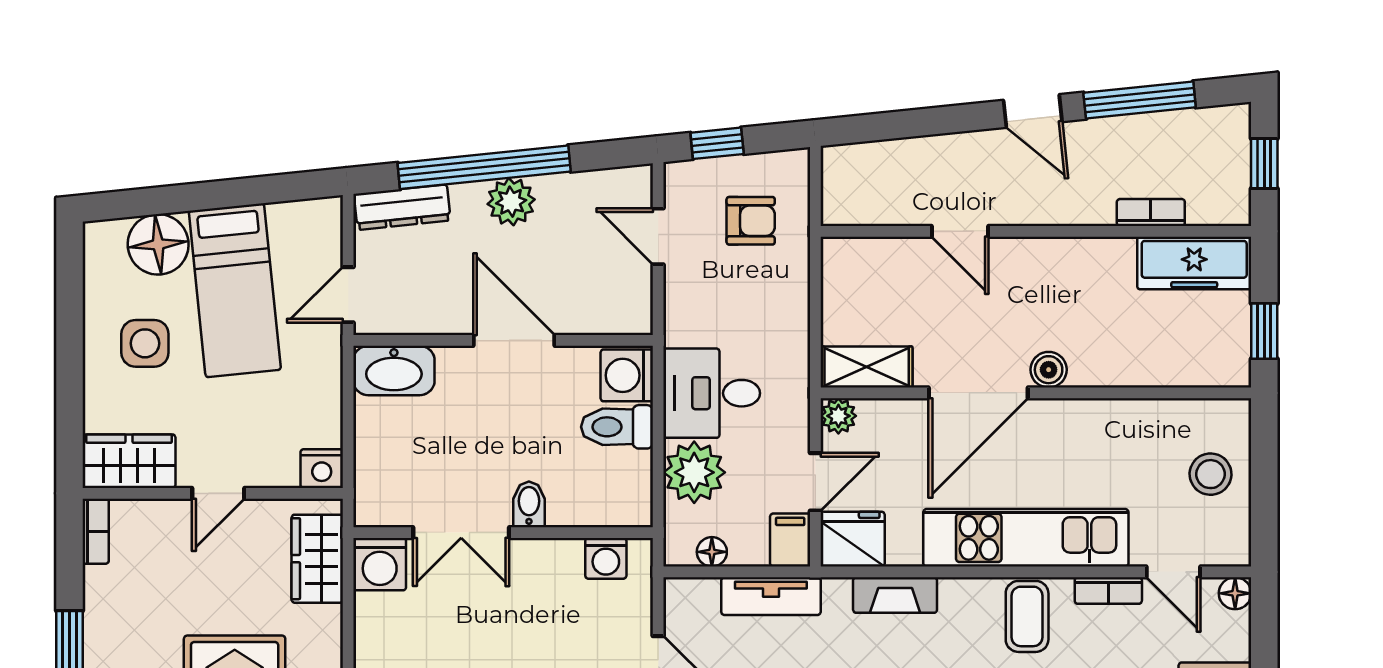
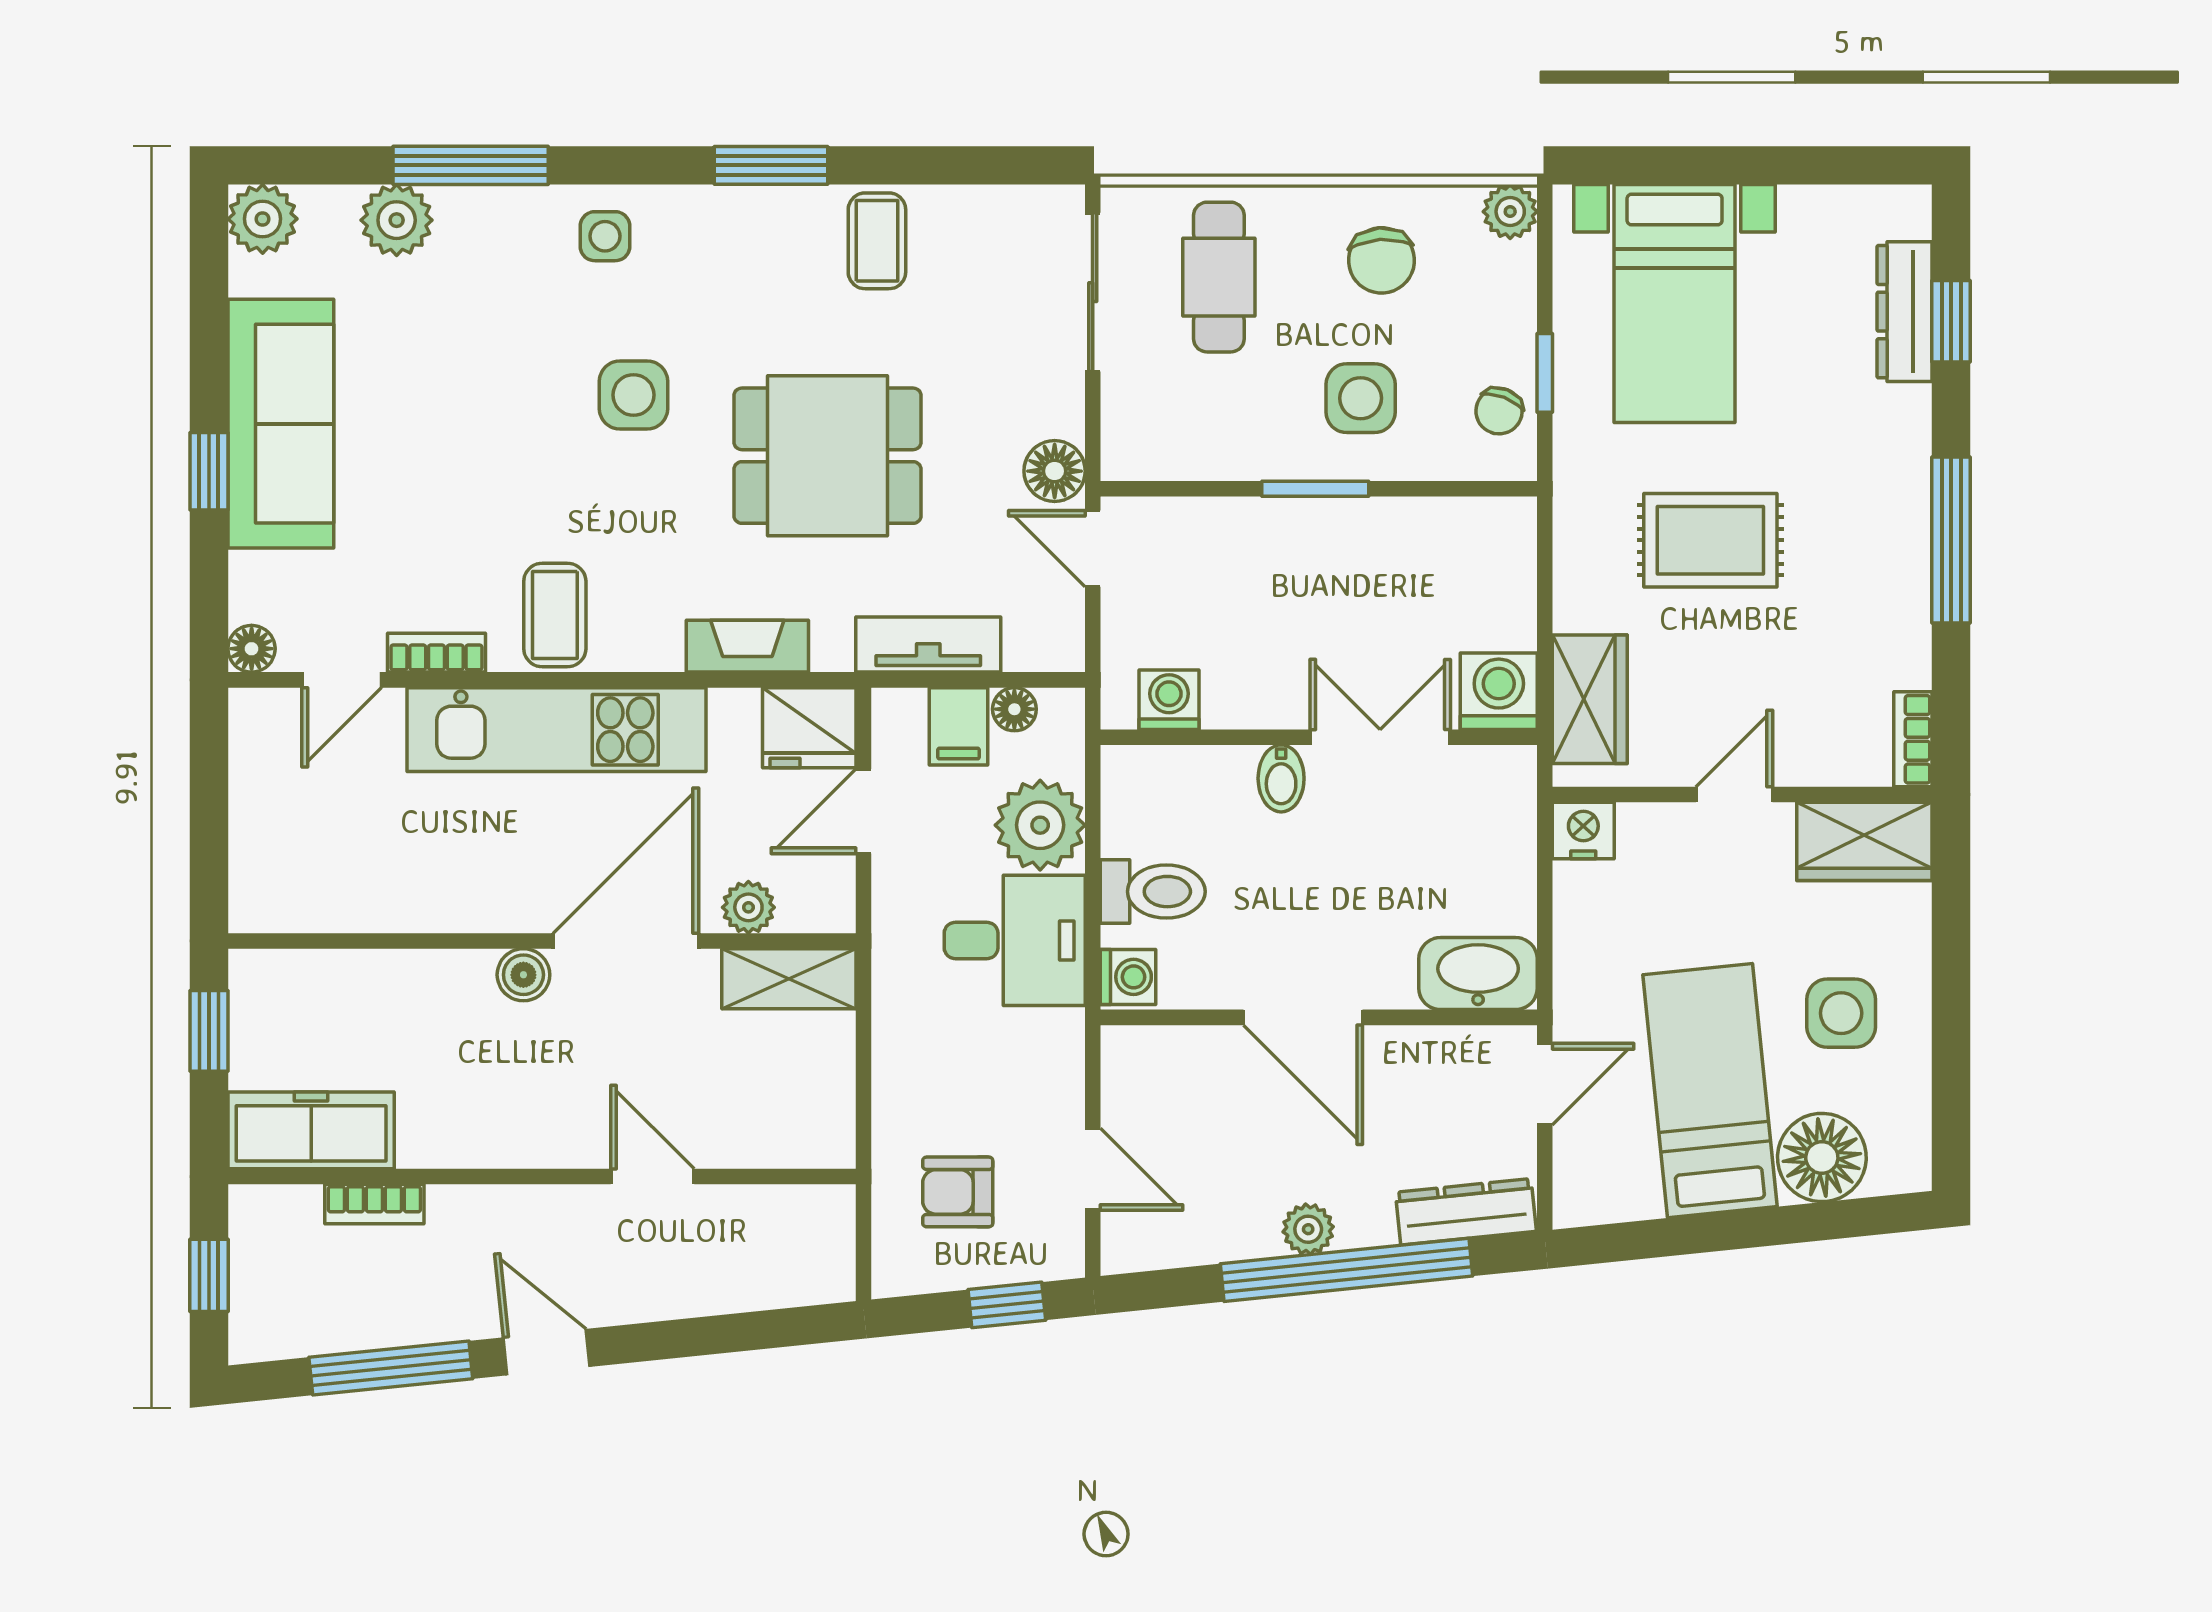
plant: (511, 202) -> (1308, 1229), width x0.73, depth x0.73
washing machine: (627, 375) -> (1128, 977), width x0.73, depth x0.73
plant: (838, 416) -> (748, 907), moved
stool: (1211, 474) -> (287, 823), removed
filing cabinet: (790, 540) -> (959, 726), moved
door: (1173, 572) -> (342, 680), swing flipped

